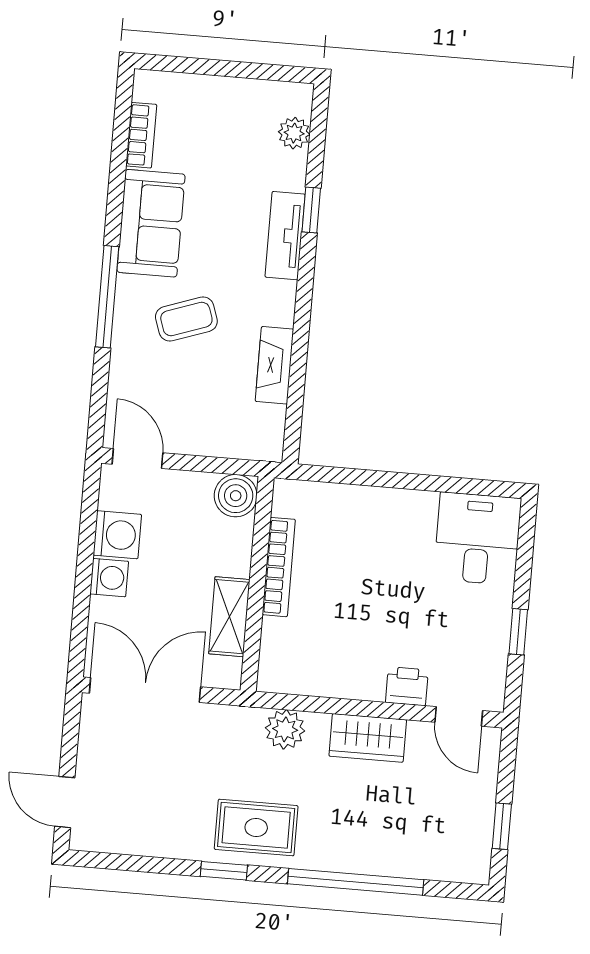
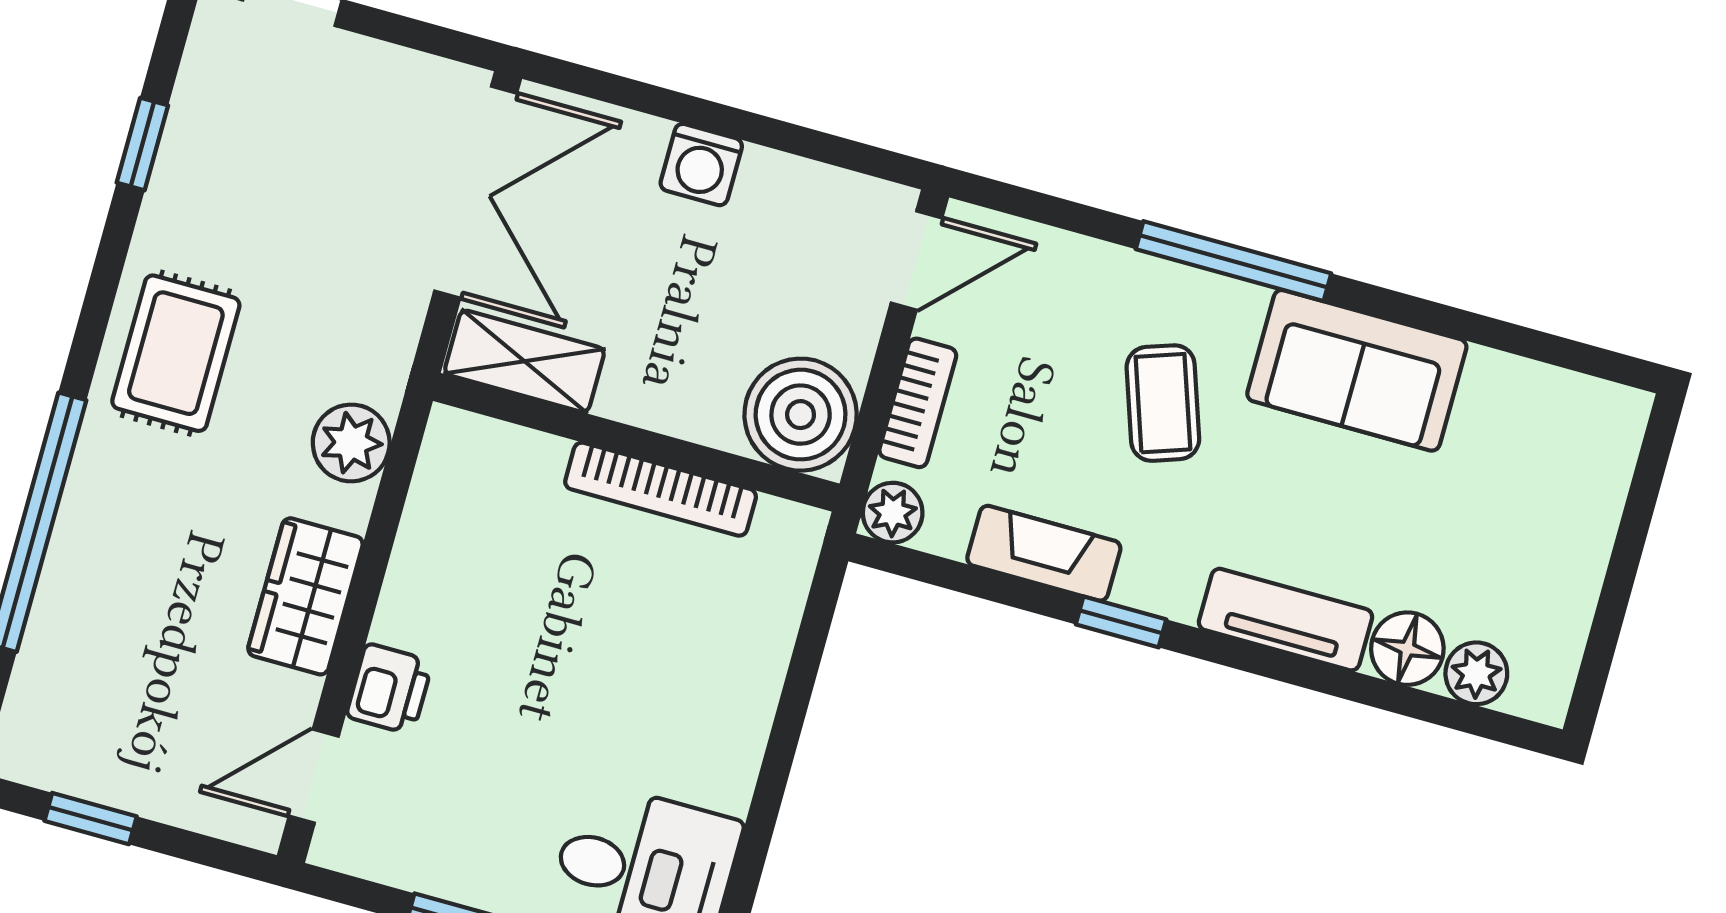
bookcase: (141, 135) -> (918, 403), moved, turned -90
floor lamp: (288, 171) -> (1407, 649), added
window: (311, 210) -> (1121, 622), moved
plant: (268, 446) -> (893, 513), added
boiler: (236, 496) -> (801, 415), width x1.37, depth x1.37
washing machine: (117, 535) -> (779, 195), removed
shelving: (229, 617) -> (524, 361), moved
window: (224, 871) -> (142, 144), moved

